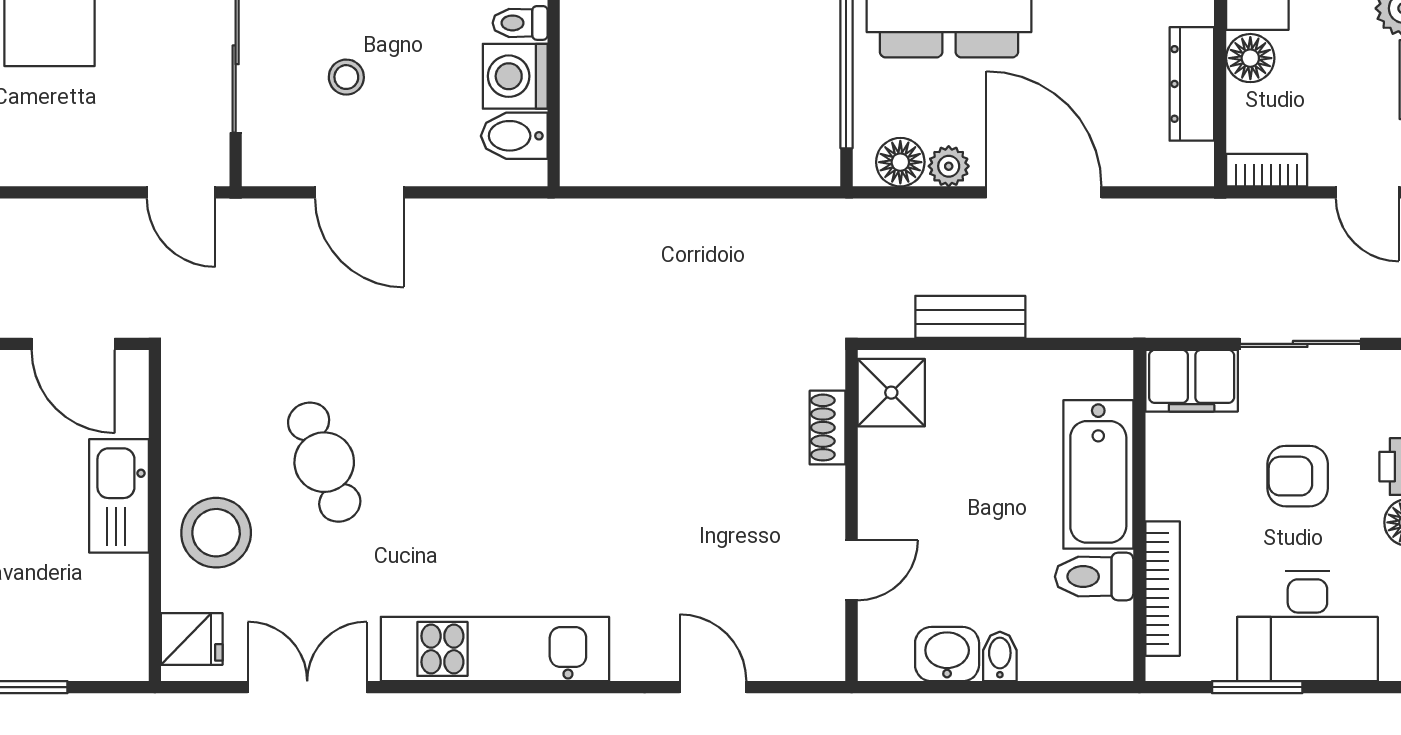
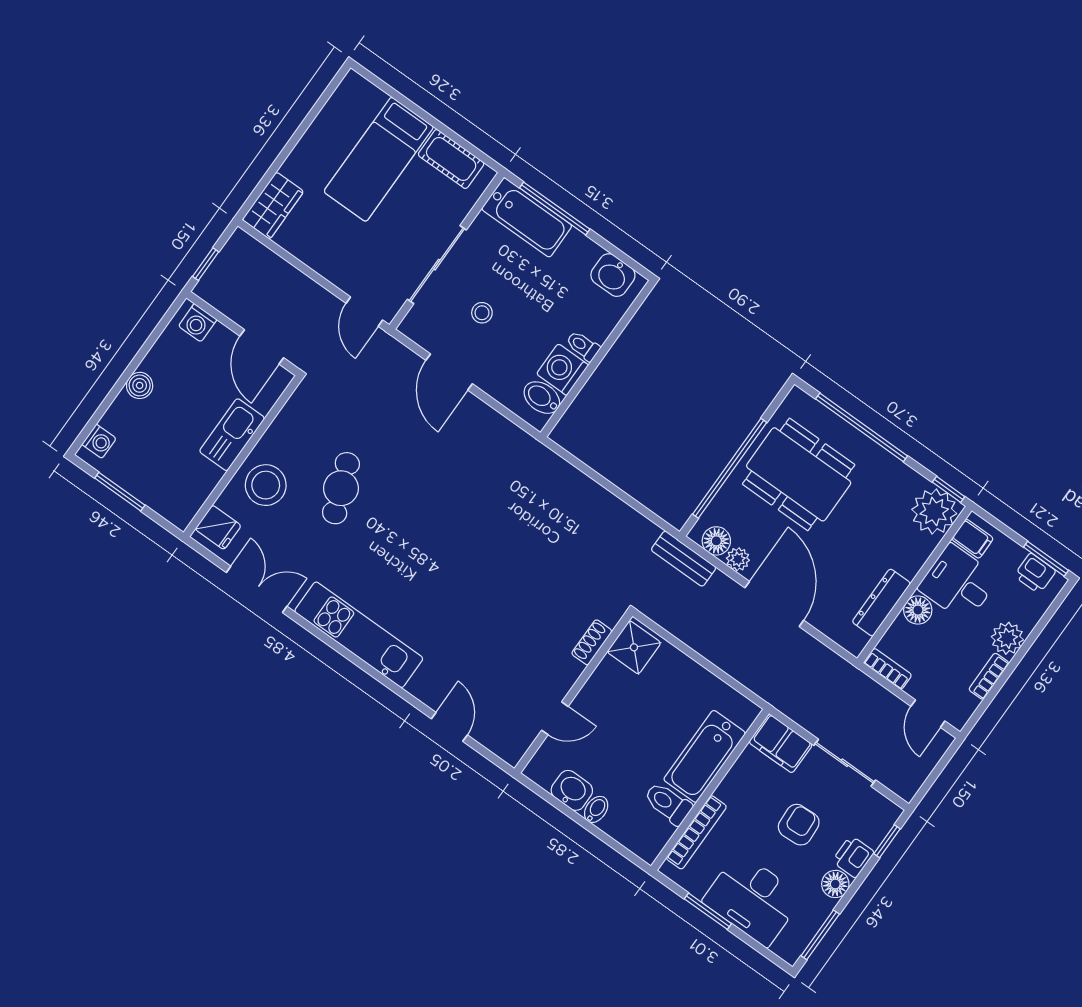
bench: (970, 317) -> (684, 559), moved
armchair: (1298, 476) -> (799, 825), turned 87

